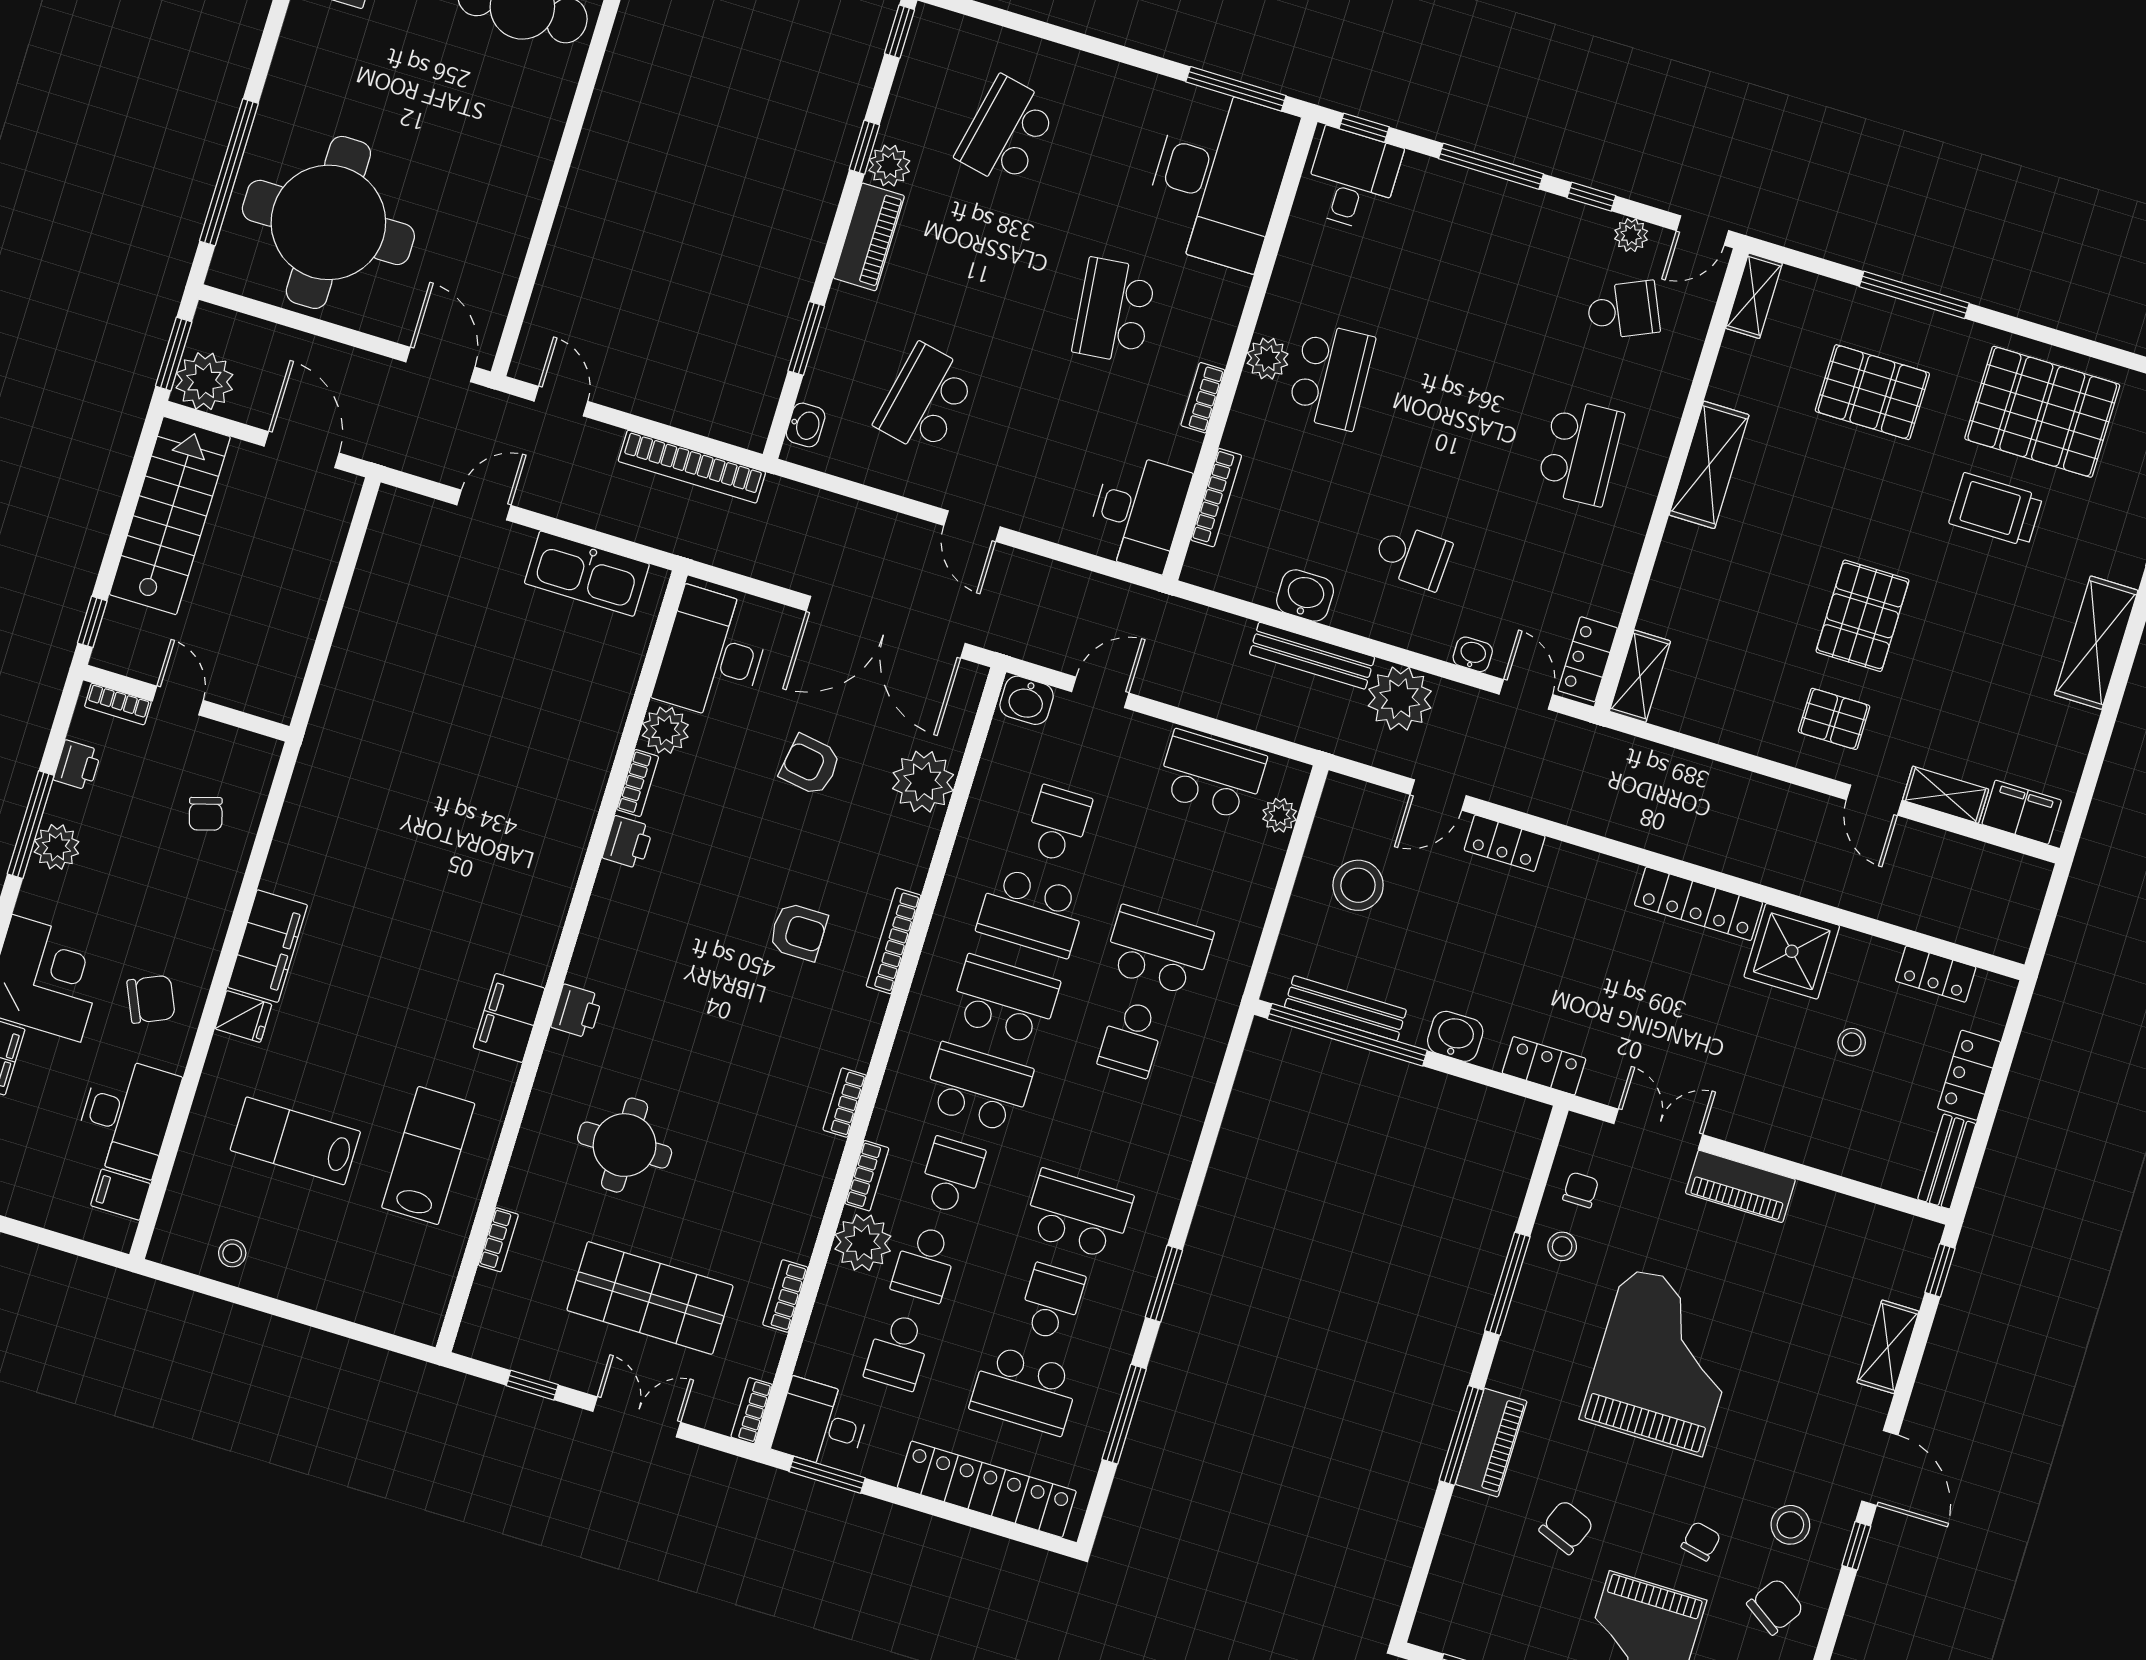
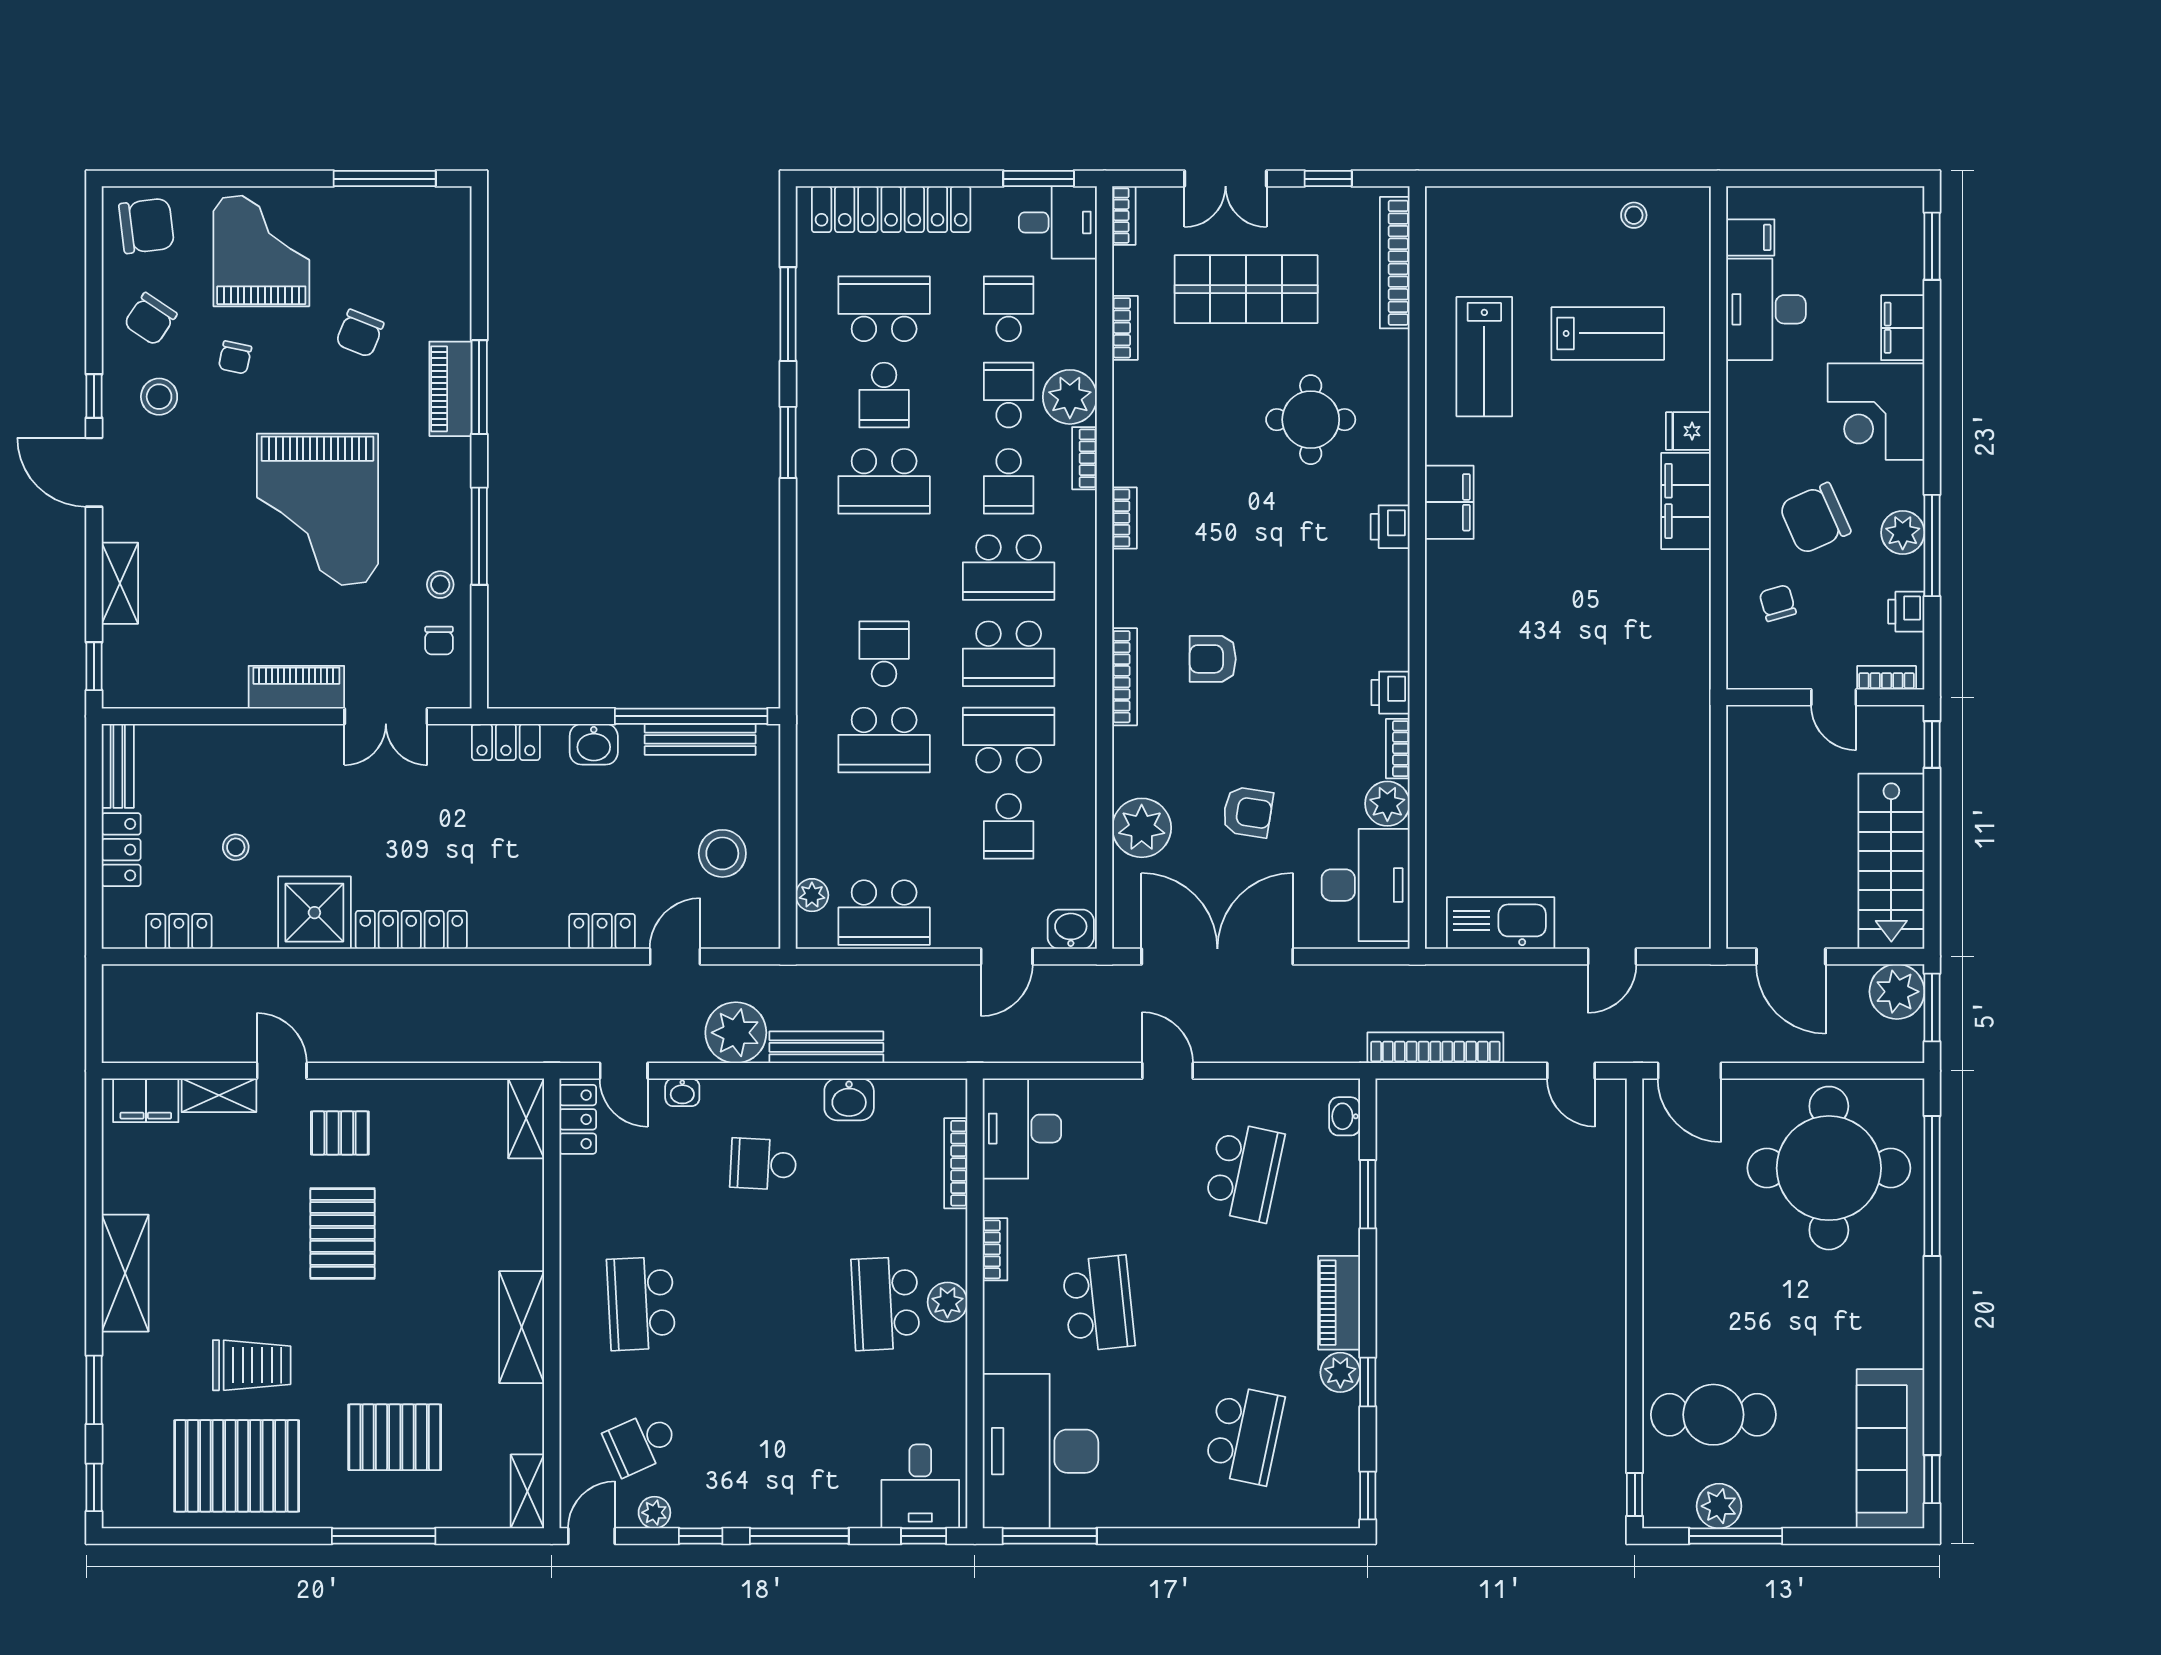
chair: (151, 999) -> (1815, 518), moved, width x1.37, depth x1.37
bookcase: (498, 1240) -> (1395, 263), width x2.31, depth x1.31

